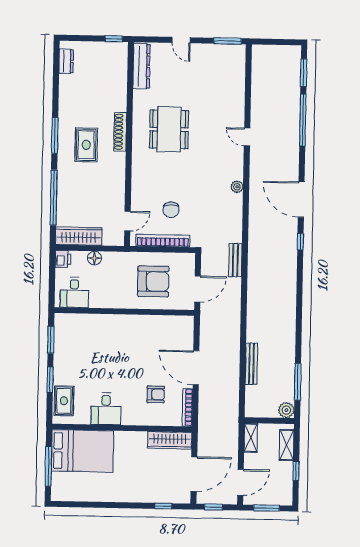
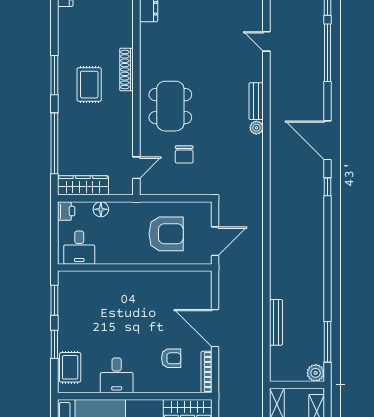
dining table: (169, 129) -> (170, 106), moved
door: (247, 137) -> (266, 41), moved
bookcase: (163, 241) -> (176, 188), removed
bench: (235, 260) -> (256, 101), moved

